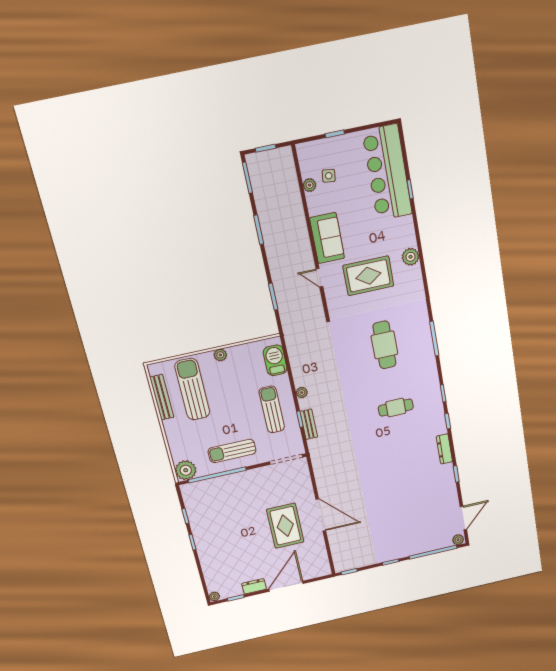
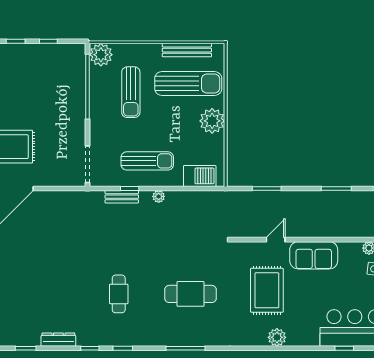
plant: (220, 355) -> (212, 121), width x1.88, depth x1.88
sun lounger: (232, 451) -> (131, 92), moved, turned 180

